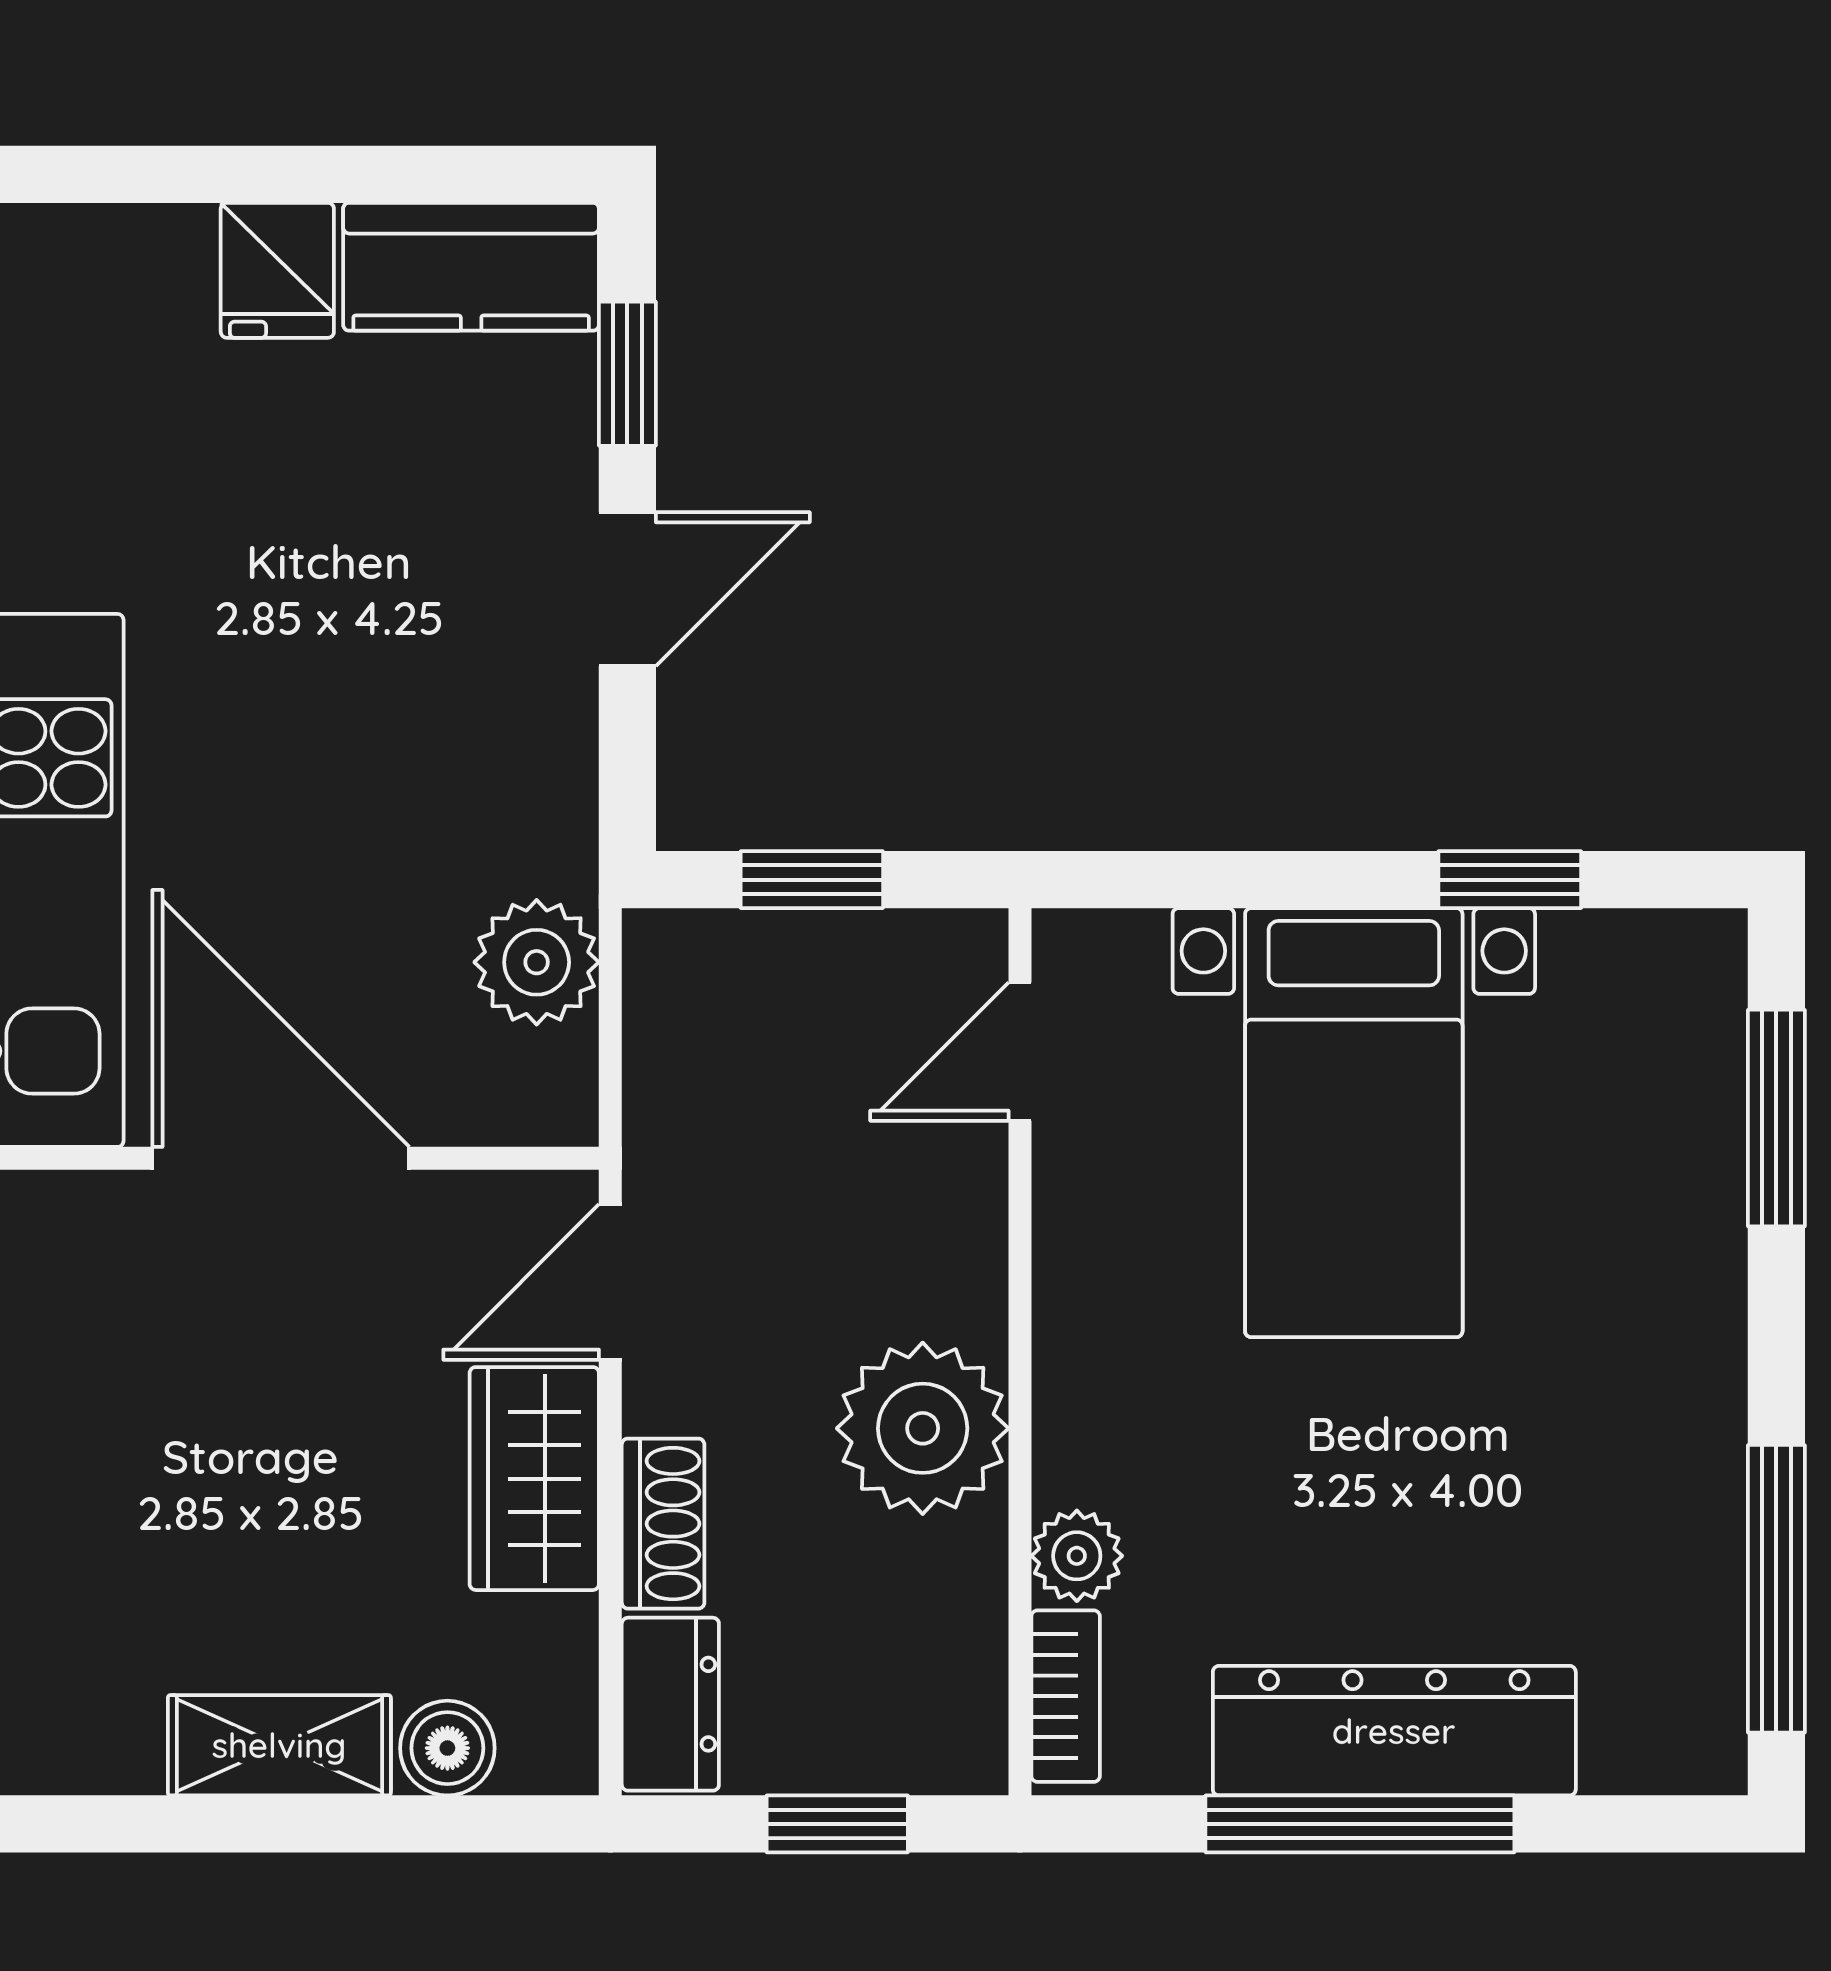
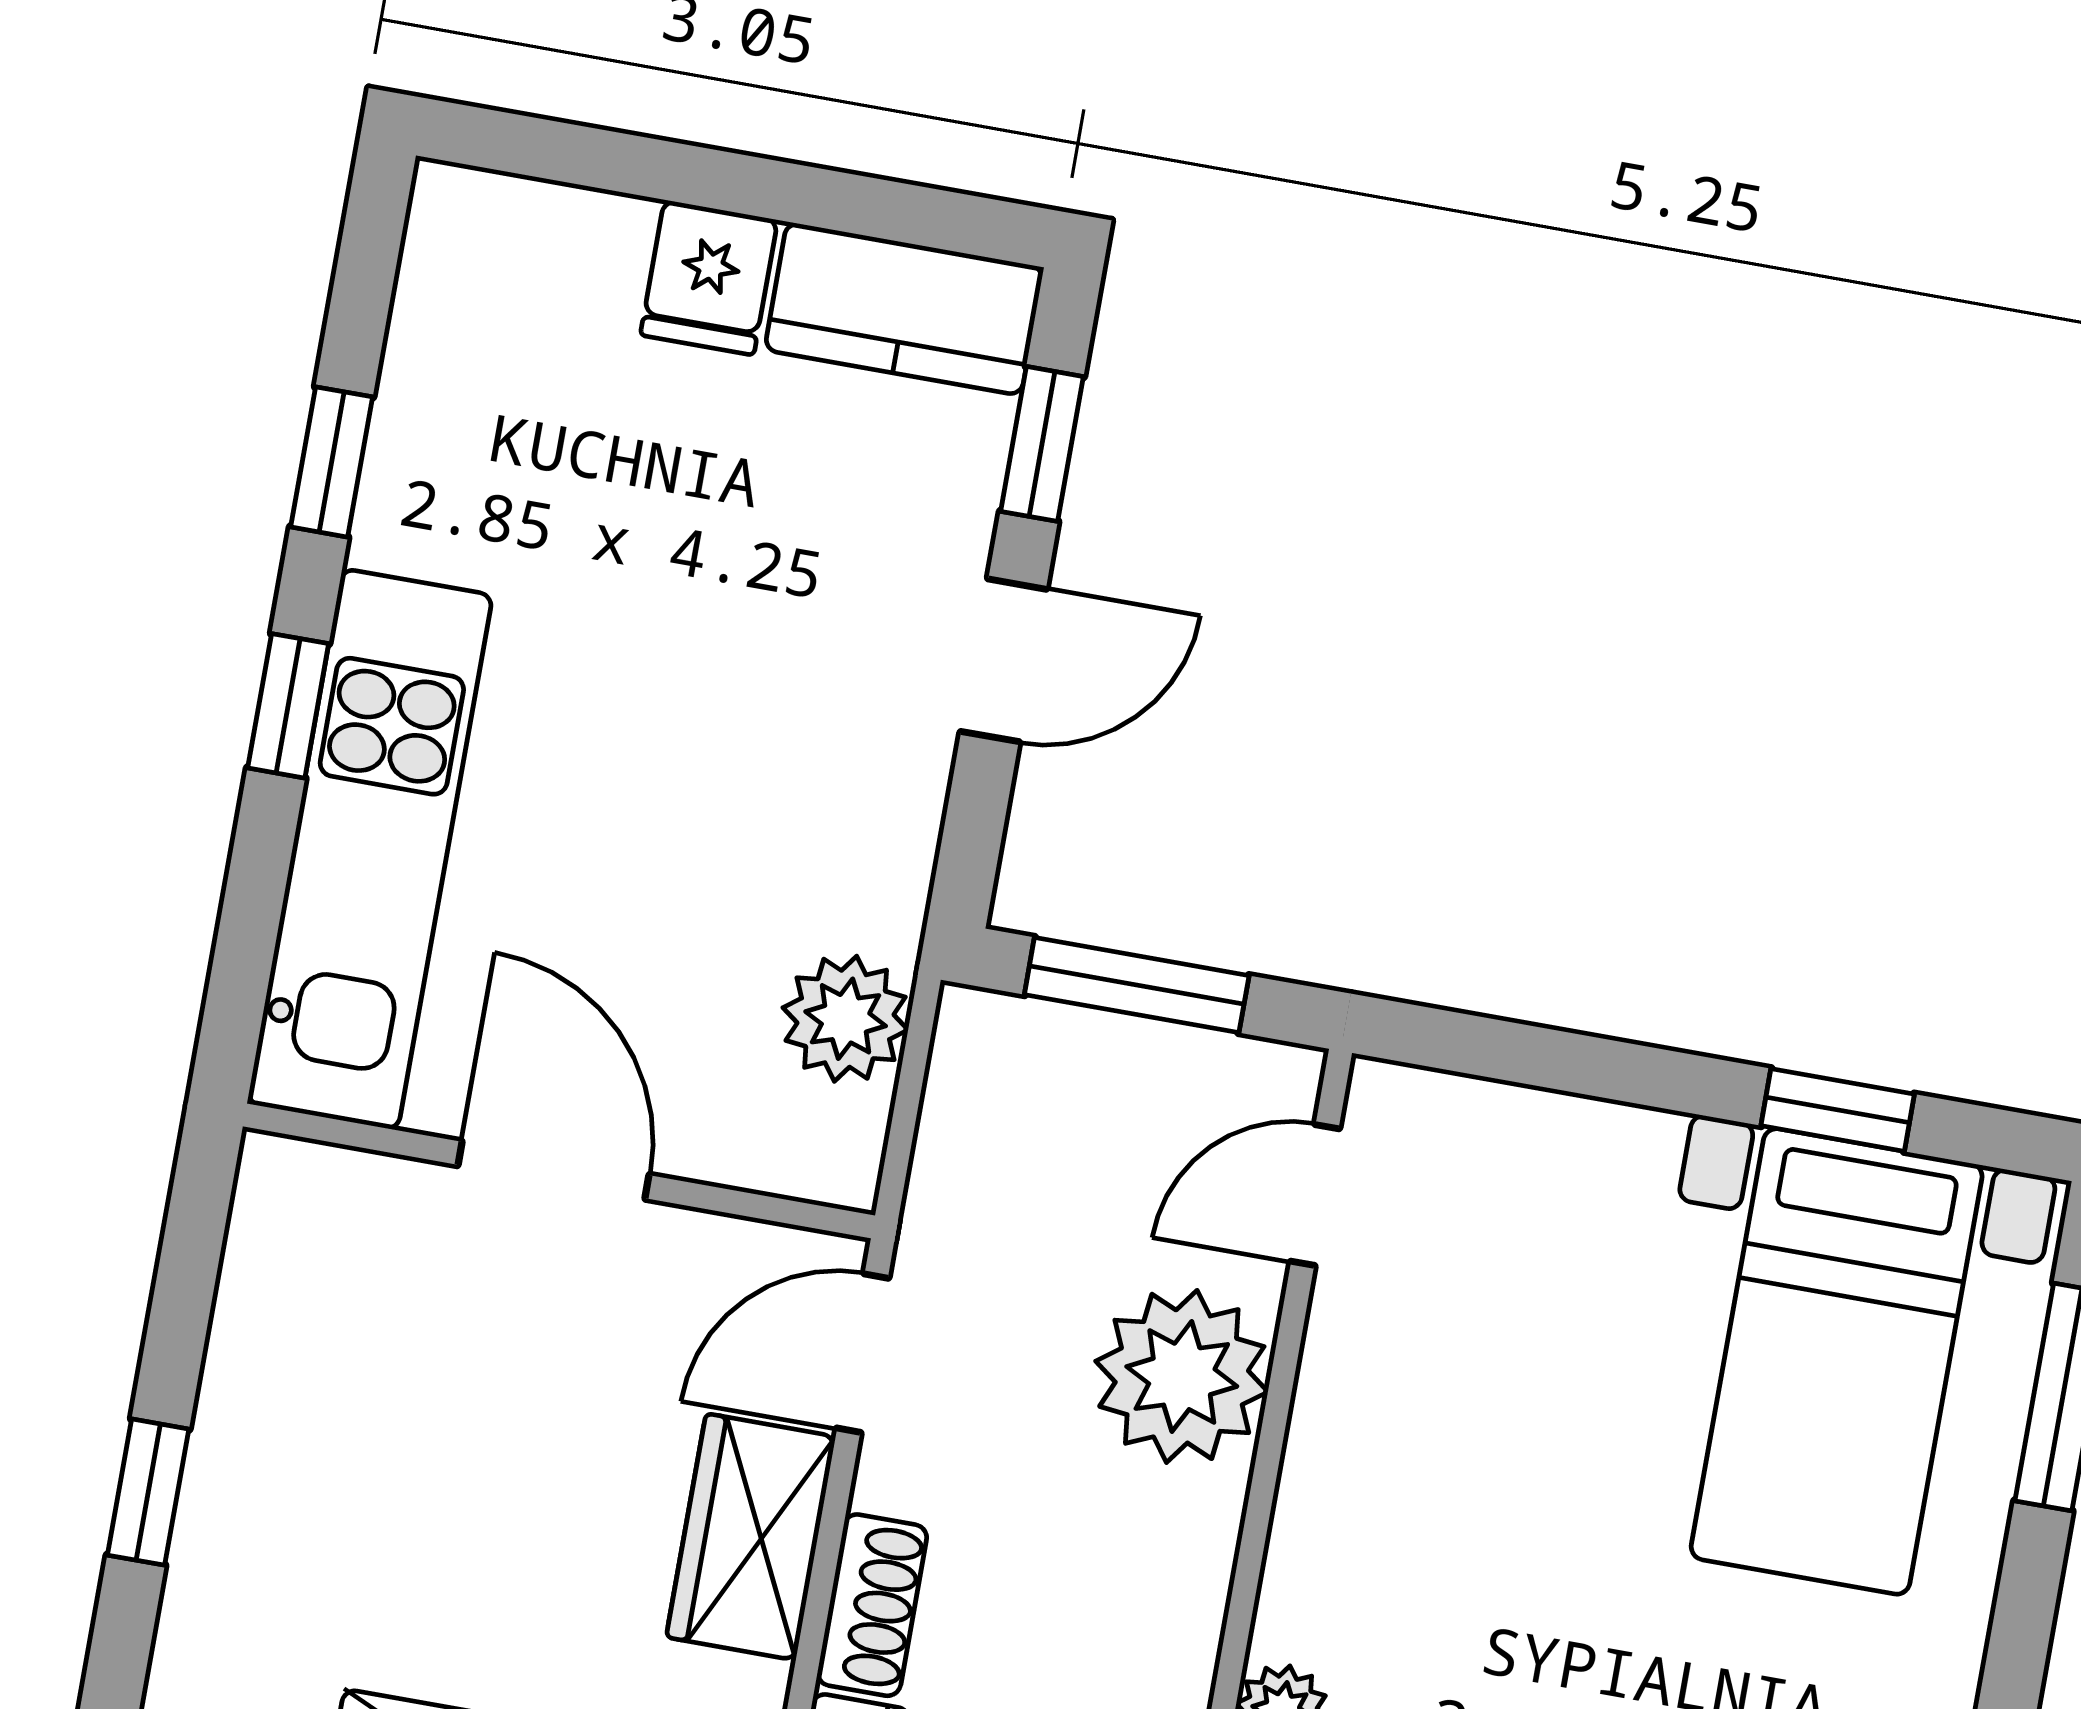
window: (812, 880) -> (1137, 985), width x1.50
bed with nightstands: (1354, 1123) -> (1837, 1361), moved
door: (281, 1158) -> (554, 1170), width x0.73
plant: (923, 1428) -> (1182, 1376), moved

